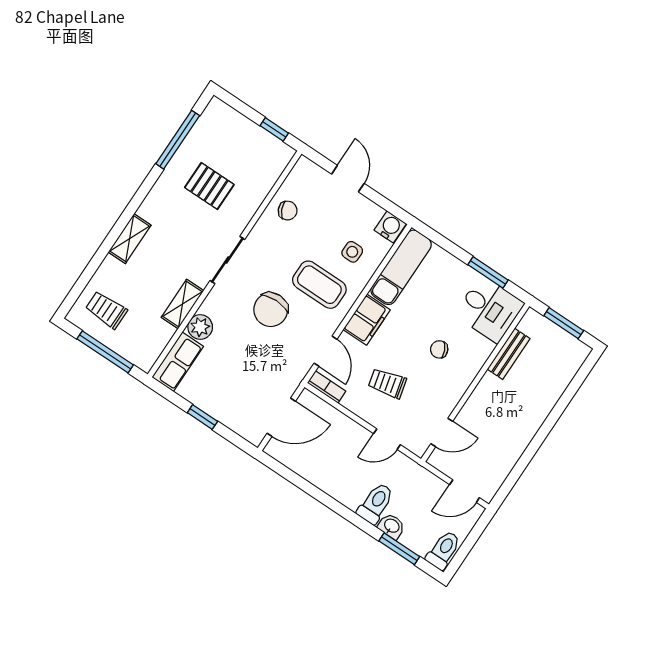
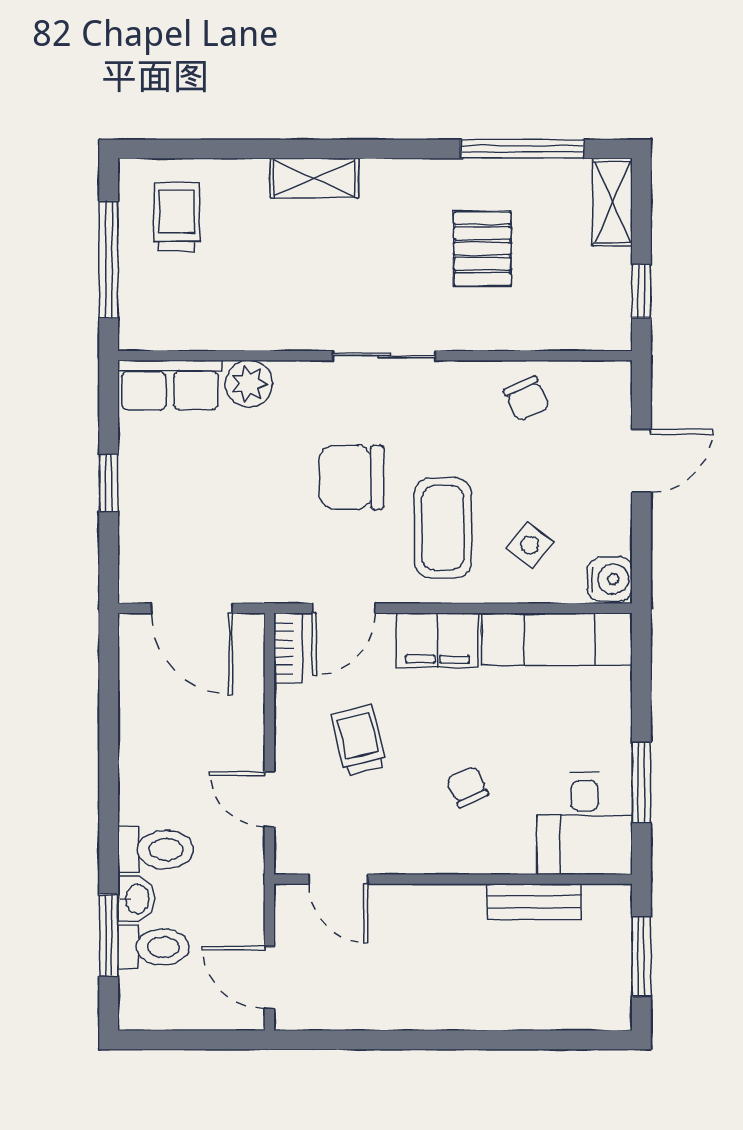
side table: (352, 252) -> (530, 545), turned 38
shelving: (183, 304) -> (612, 202), moved, turned 90
toilet: (443, 550) -> (153, 947), moved

